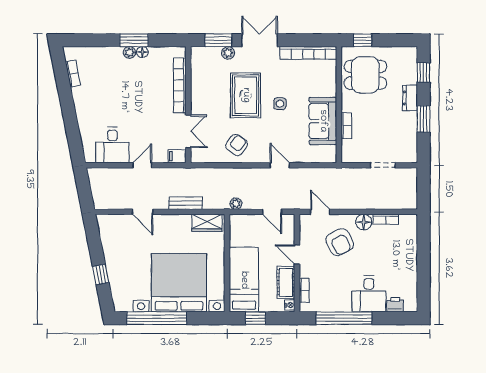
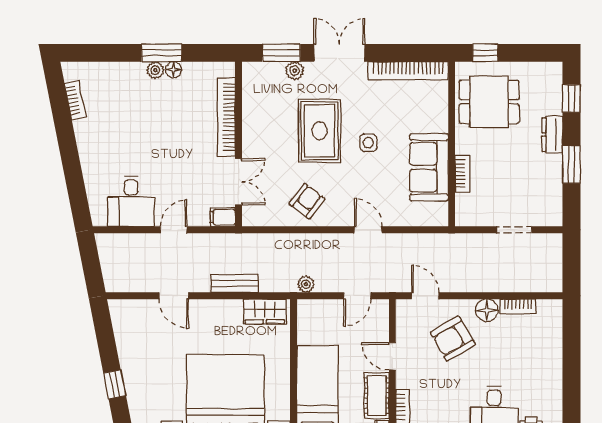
door: (272, 212) -> (357, 296), hinge flipped
armchair: (340, 242) -> (453, 339), turned 87

